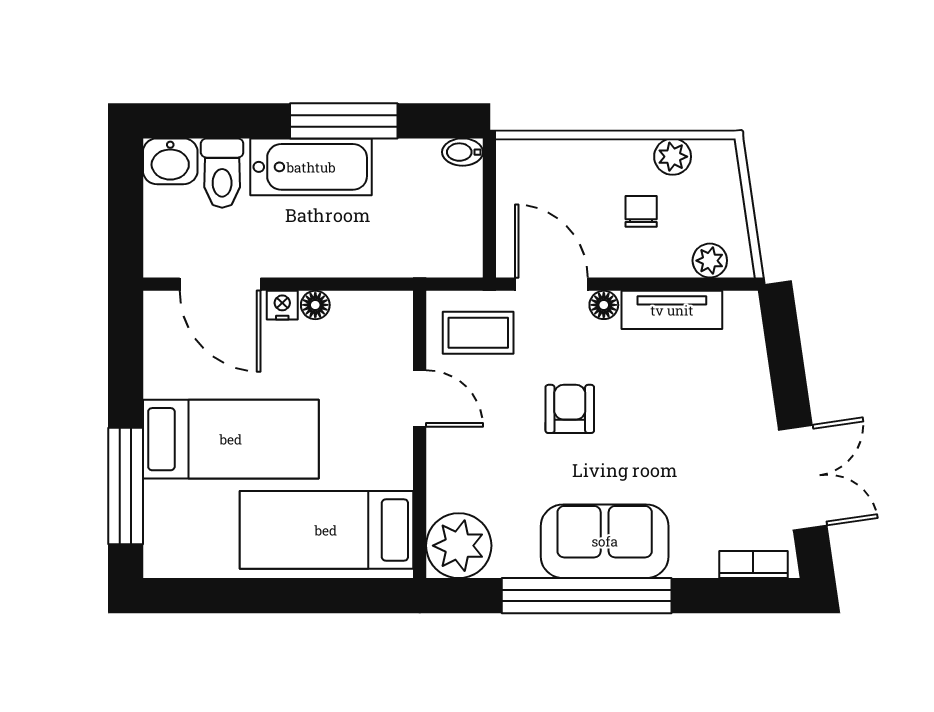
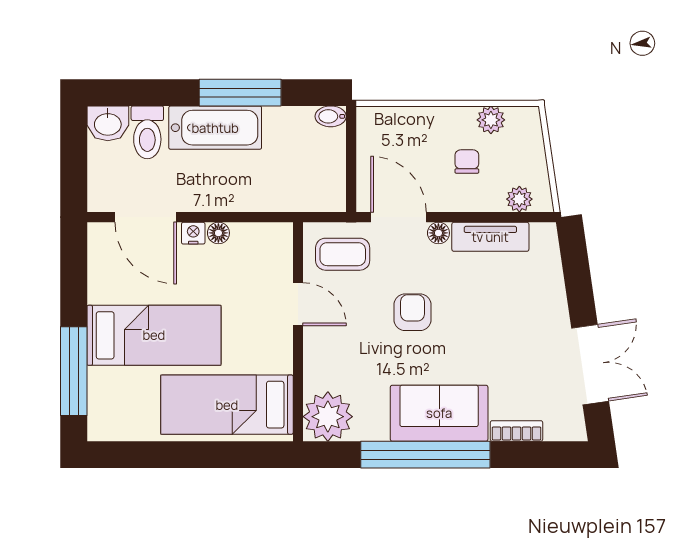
bookcase: (753, 565) -> (517, 431), moved

